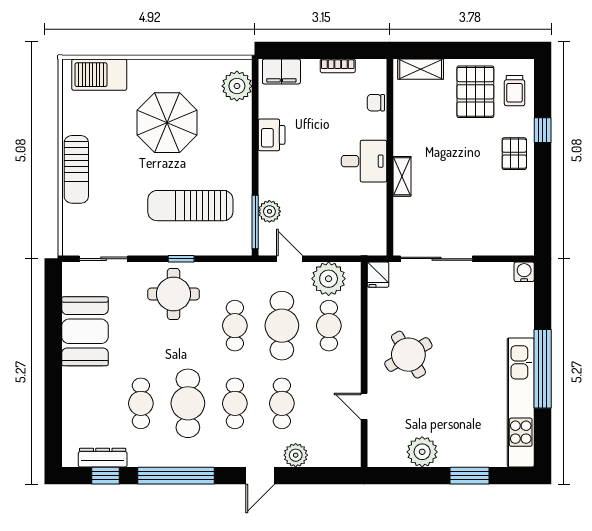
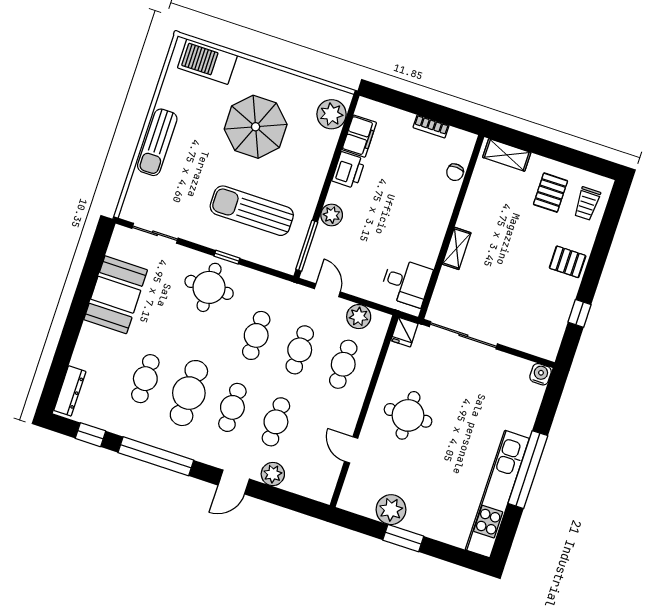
filing cabinet: (281, 71) -> (359, 136), moved, turned -90
pallet: (475, 92) -> (551, 193), width x0.67, depth x0.71
chair: (376, 103) -> (455, 172), turned -87
window: (543, 130) -> (580, 313), moved
pallet: (514, 154) -> (568, 262), turned 90
desk: (364, 161) -> (406, 282), moved
plant: (269, 211) -> (332, 215), moved
plant: (329, 279) -> (359, 317), width x0.73, depth x0.73
cafe table: (282, 326) -> (300, 350), width x0.73, depth x0.74
round table: (408, 355) -> (408, 415), turned 31
dresser: (103, 458) -> (70, 391), moved, turned 90
window: (470, 476) -> (403, 538), moved

